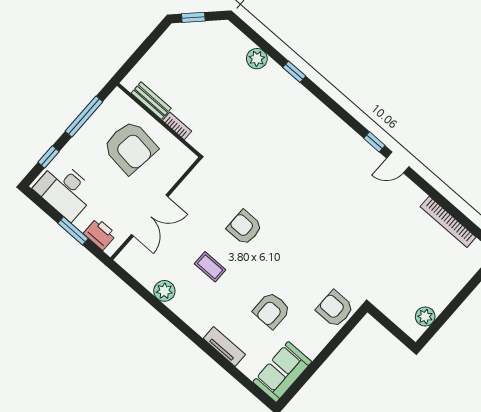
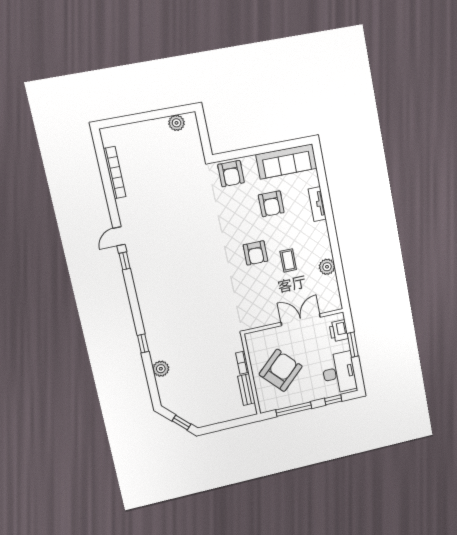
armchair: (130, 147) -> (281, 370), turned 40
door: (398, 162) -> (119, 236), swing flipped
armchair: (245, 228) -> (255, 253), moved
armchair: (272, 310) -> (271, 204), turned 90
sofa: (282, 372) -> (287, 161), width x1.36

